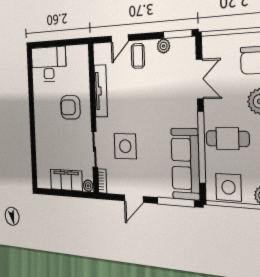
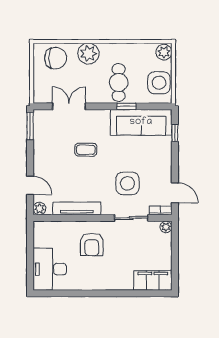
plant: (164, 46) -> (39, 209), moved
coffee table: (138, 56) -> (86, 150), moved
window: (202, 147) -> (126, 106), width x0.32
filing cabinet: (66, 180) -> (153, 280), moved, turned 90
door: (134, 199) -> (175, 193), moved
window: (176, 202) -> (175, 133), width x0.46

